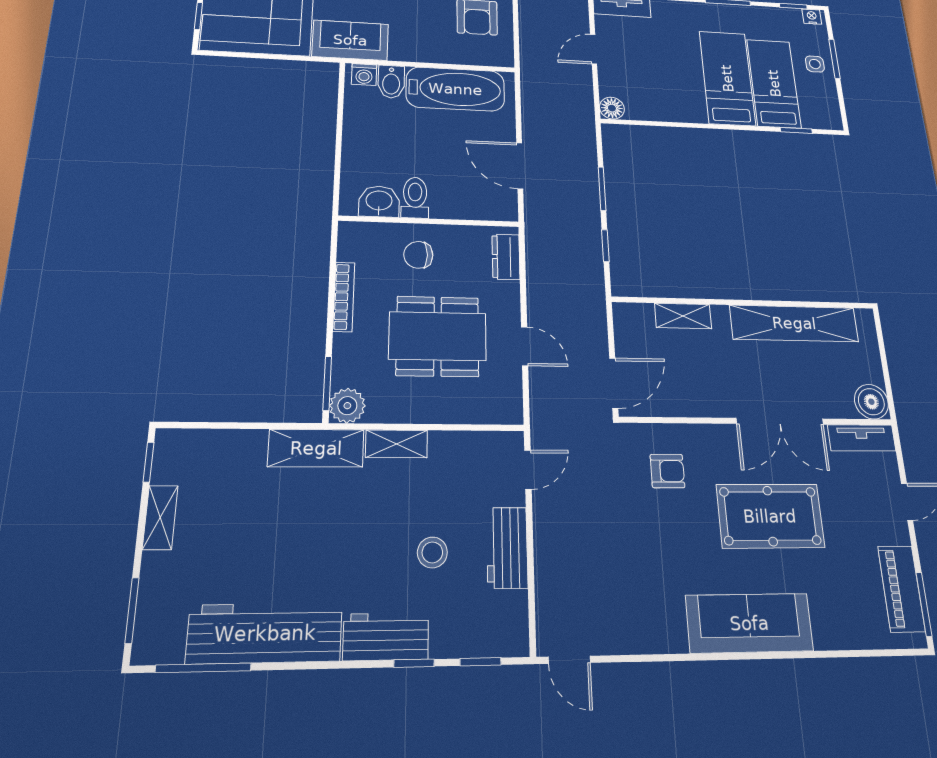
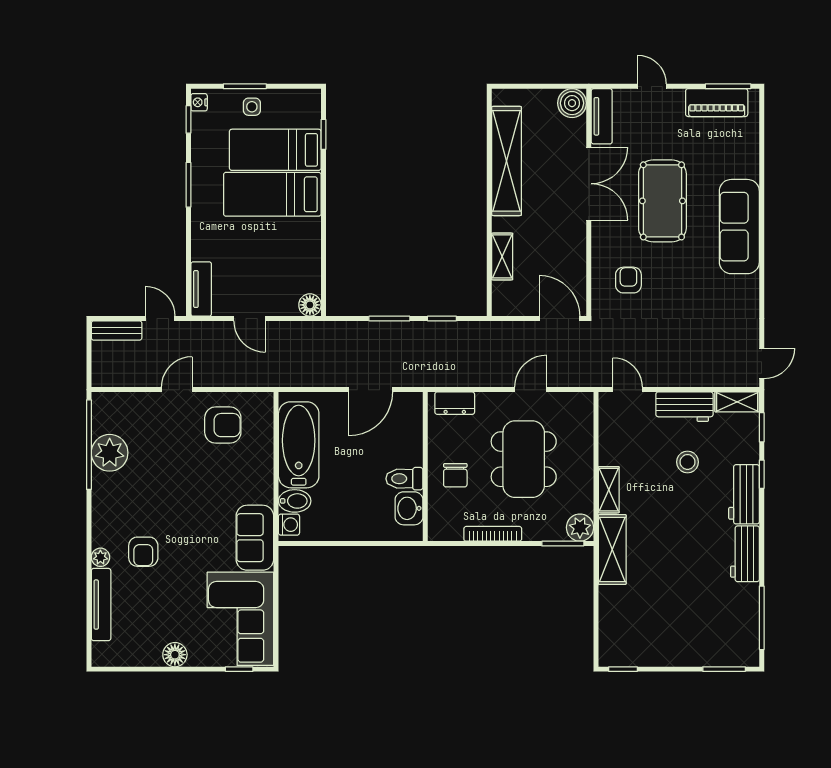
shelving: (160, 517) -> (737, 402), moved
workbench: (265, 633) -> (745, 554), width x0.53, depth x0.76

